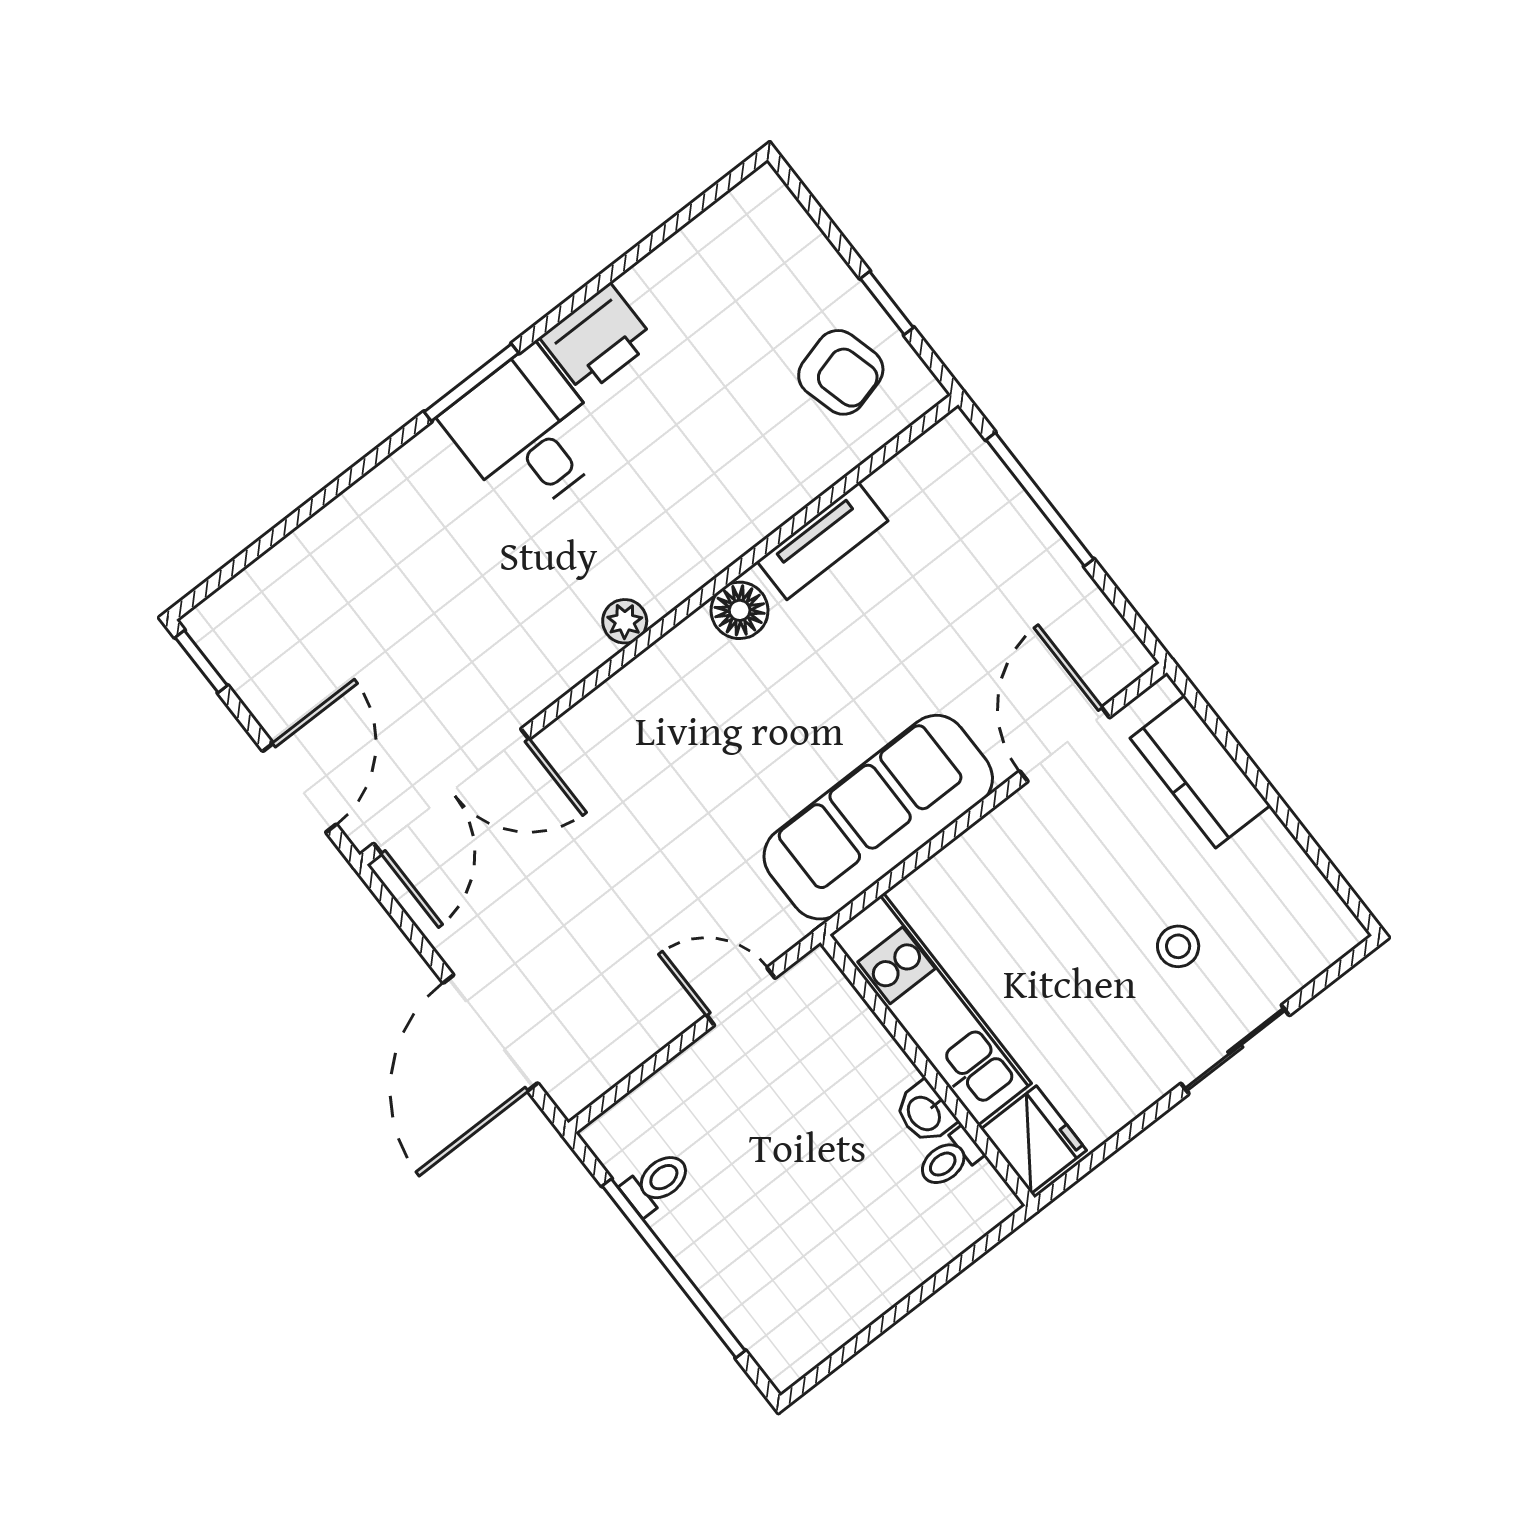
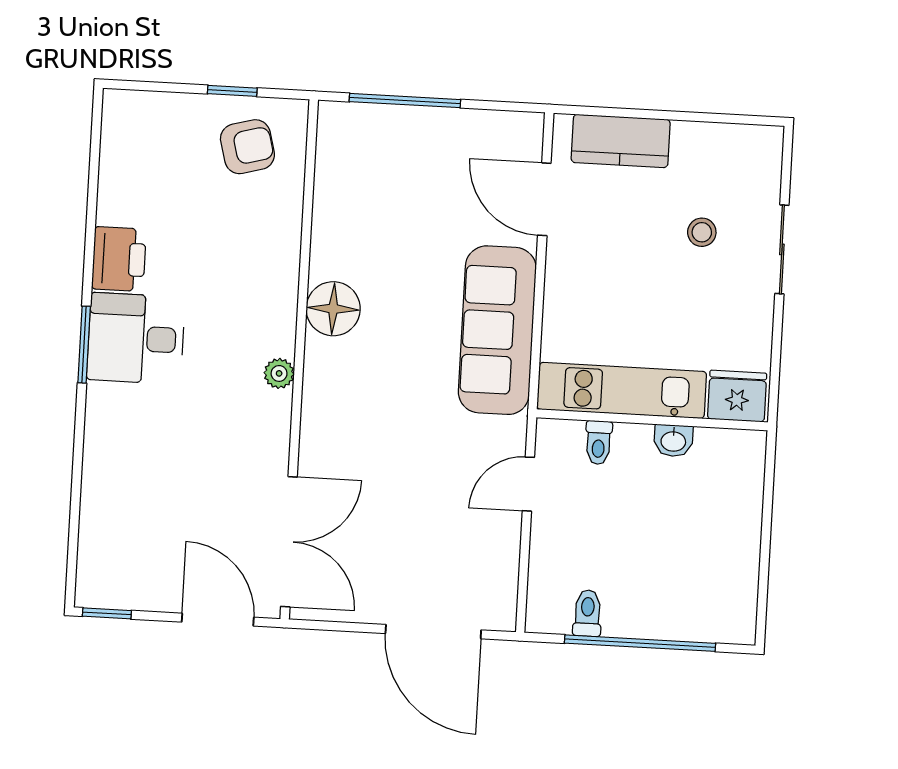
tv unit: (822, 541) -> (327, 233), removed
floor lamp: (740, 610) -> (333, 309), width x1.38, depth x1.38
toilet: (950, 1159) -> (599, 443), moved

